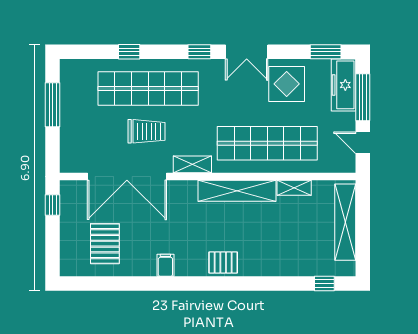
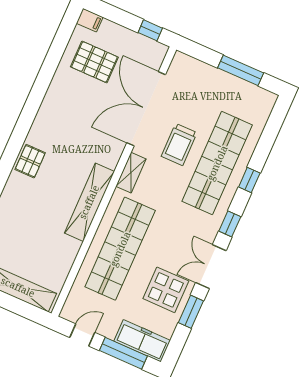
window: (129, 52) -> (249, 180), moved
window: (326, 52) -> (191, 312), moved
shelving: (294, 188) -> (69, 255), removed
filing cabinet: (165, 265) -> (90, 20), moved

